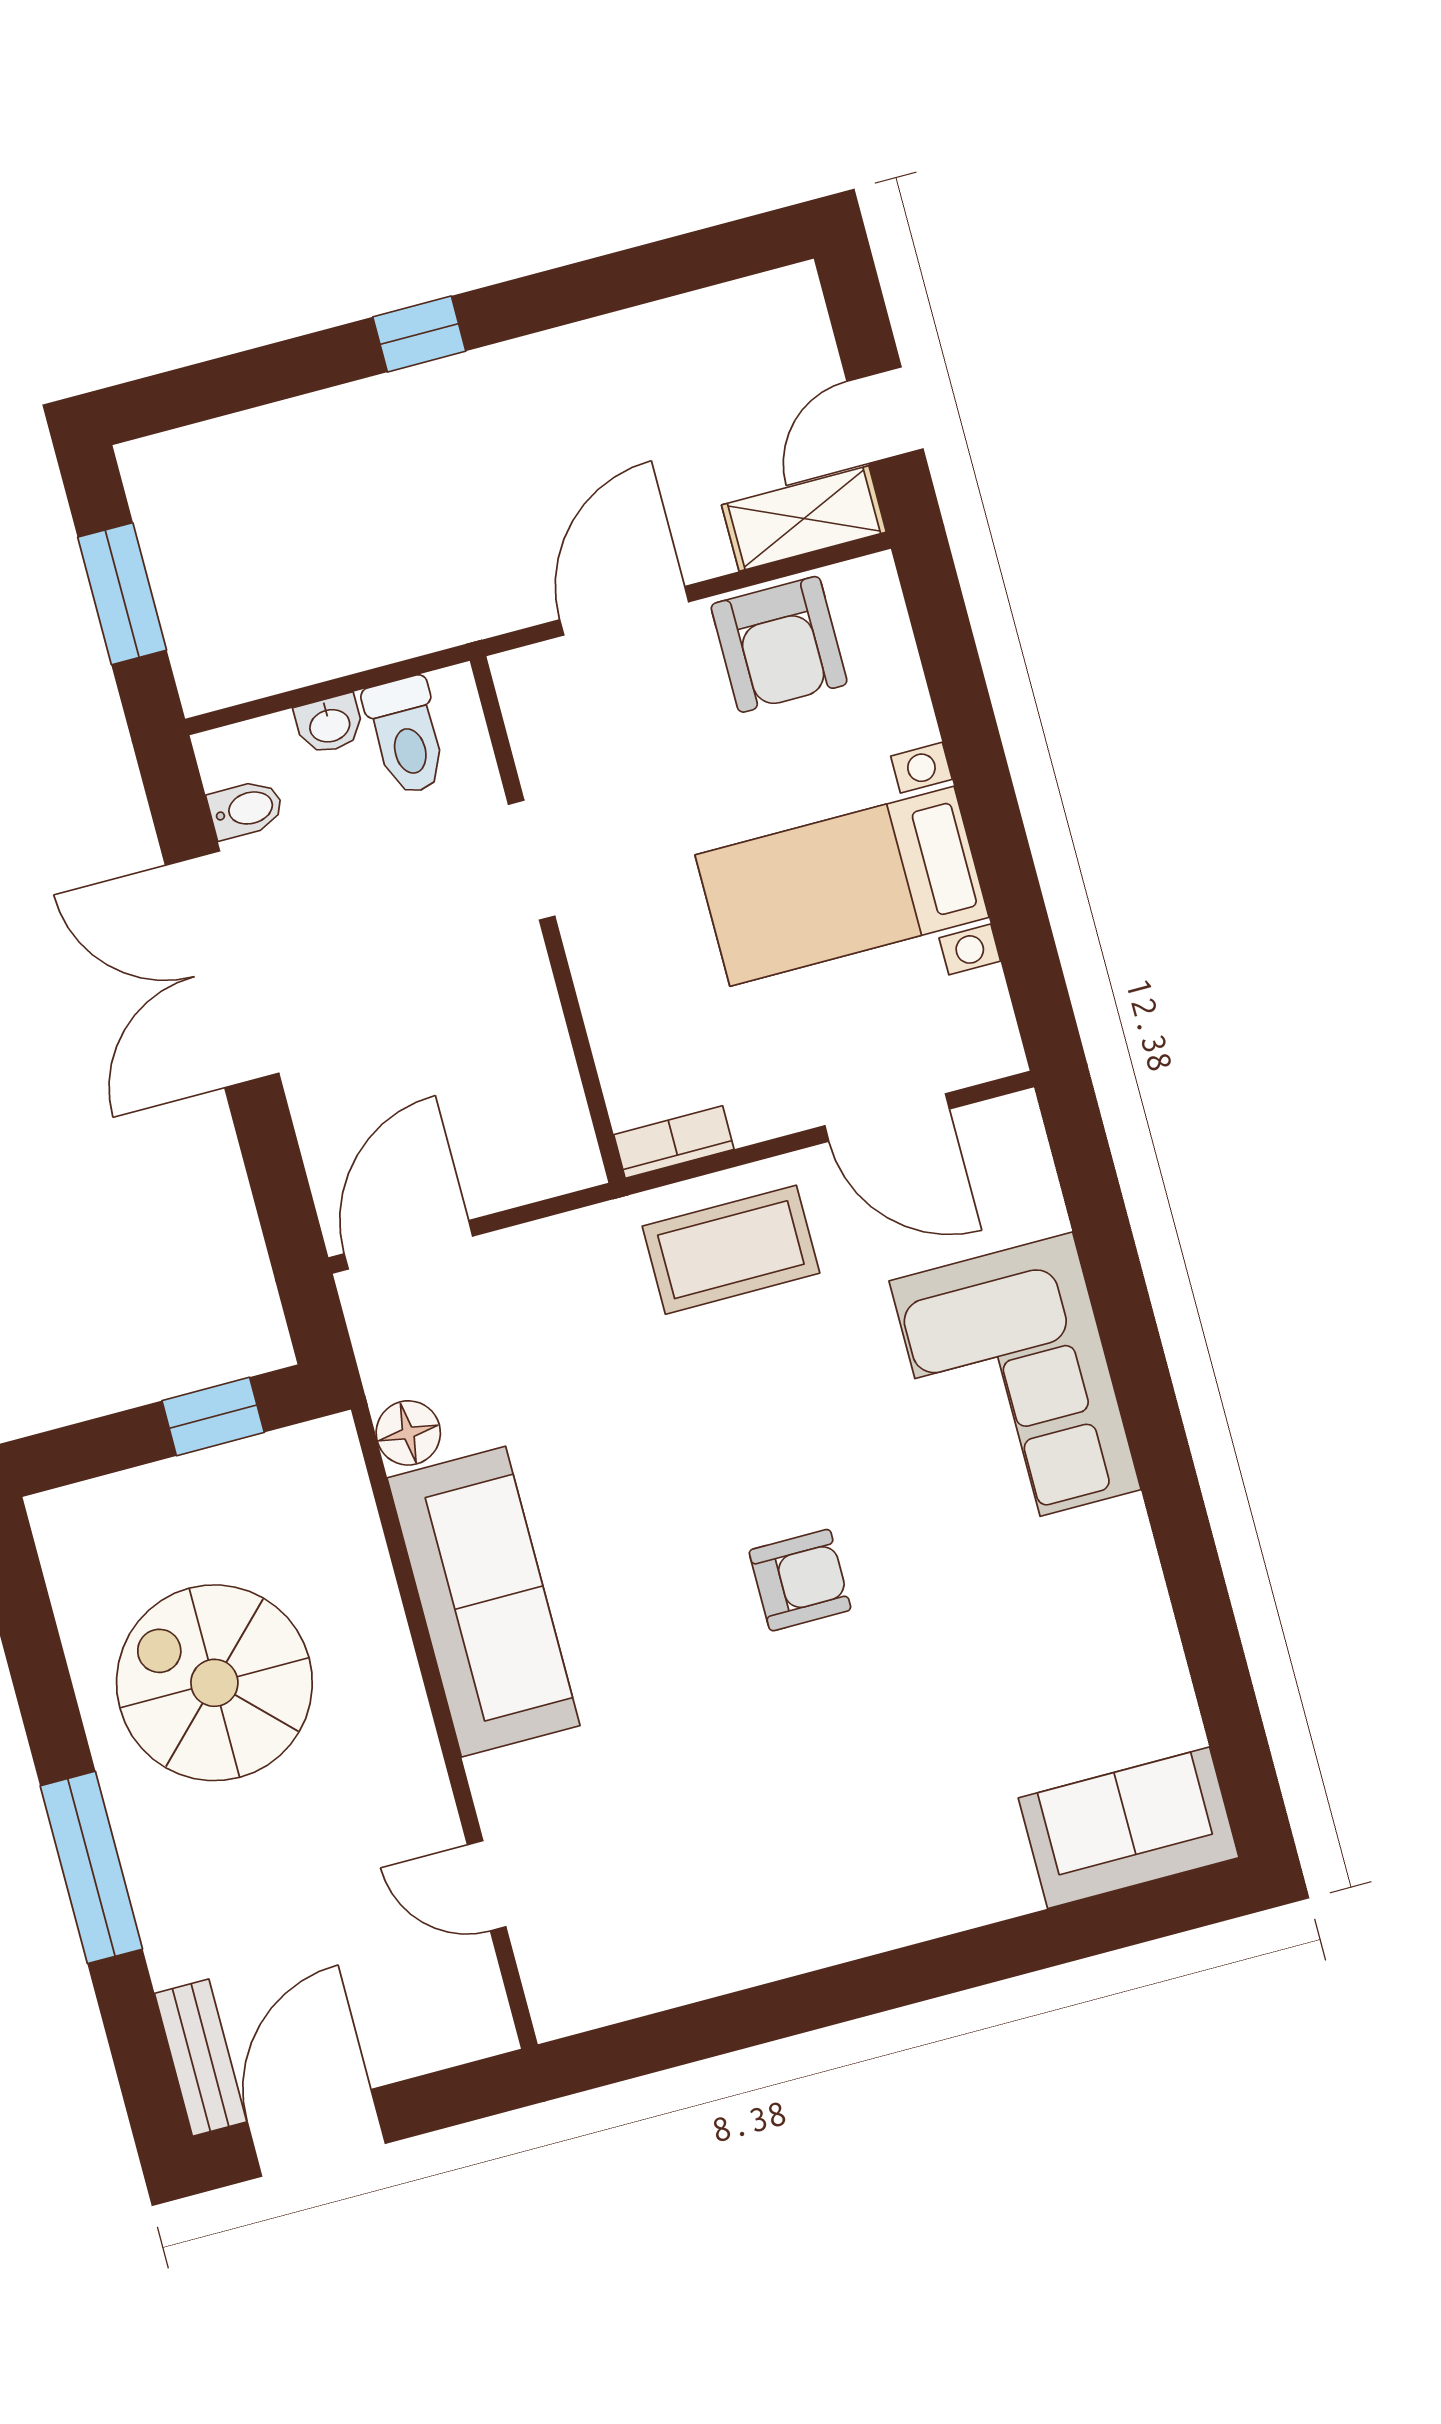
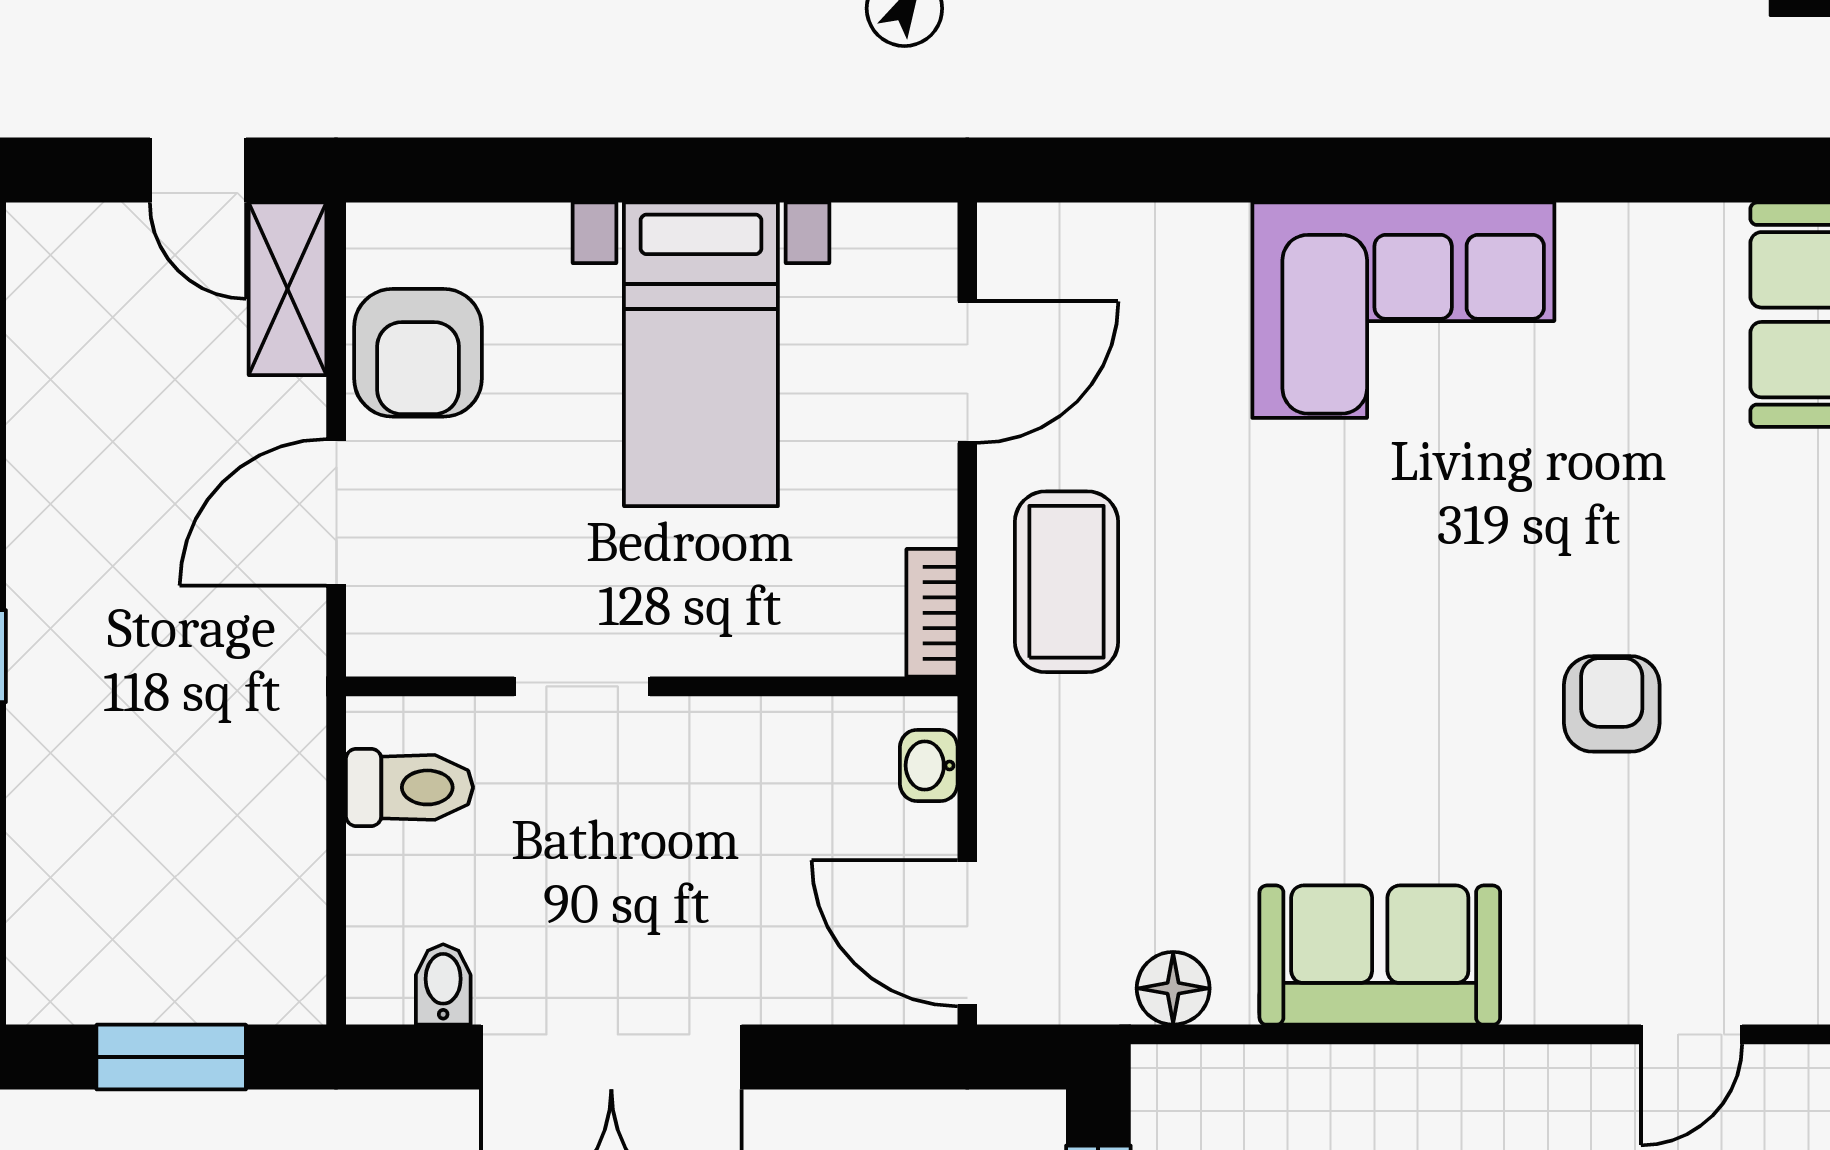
door: (624, 611) -> (336, 512), hinge flipped
armchair: (779, 644) -> (418, 353), turned 90
washbasin: (329, 724) -> (929, 765), moved, turned 180
corner sofa: (1015, 1385) -> (1403, 310), moved
armchair: (800, 1580) -> (1612, 704), moved
sofa: (483, 1602) -> (1380, 955), width x0.73

